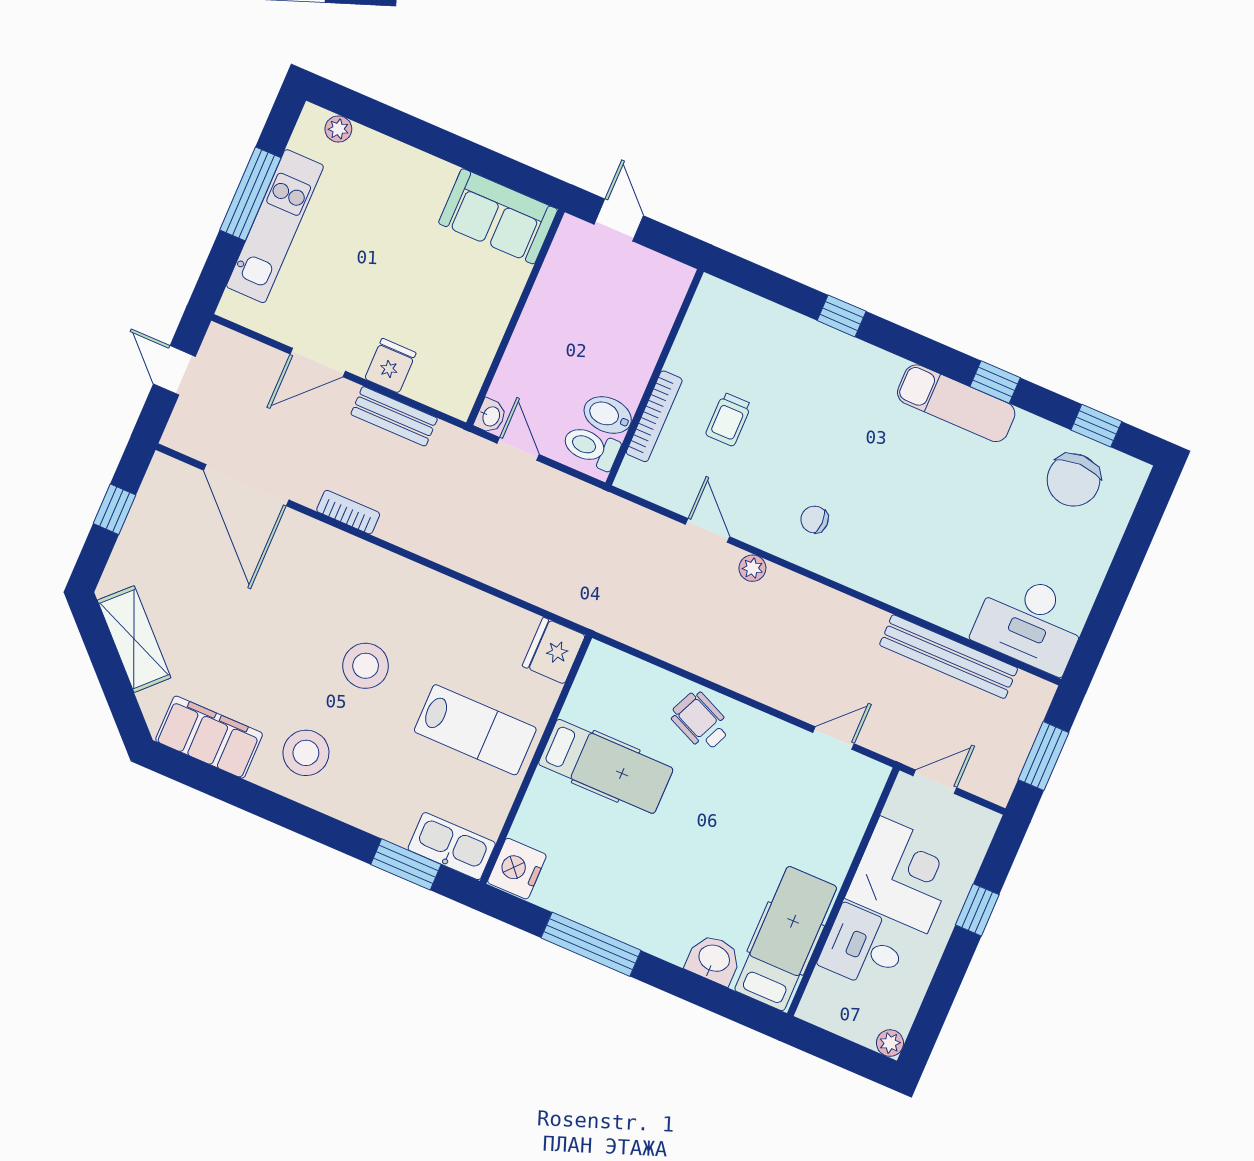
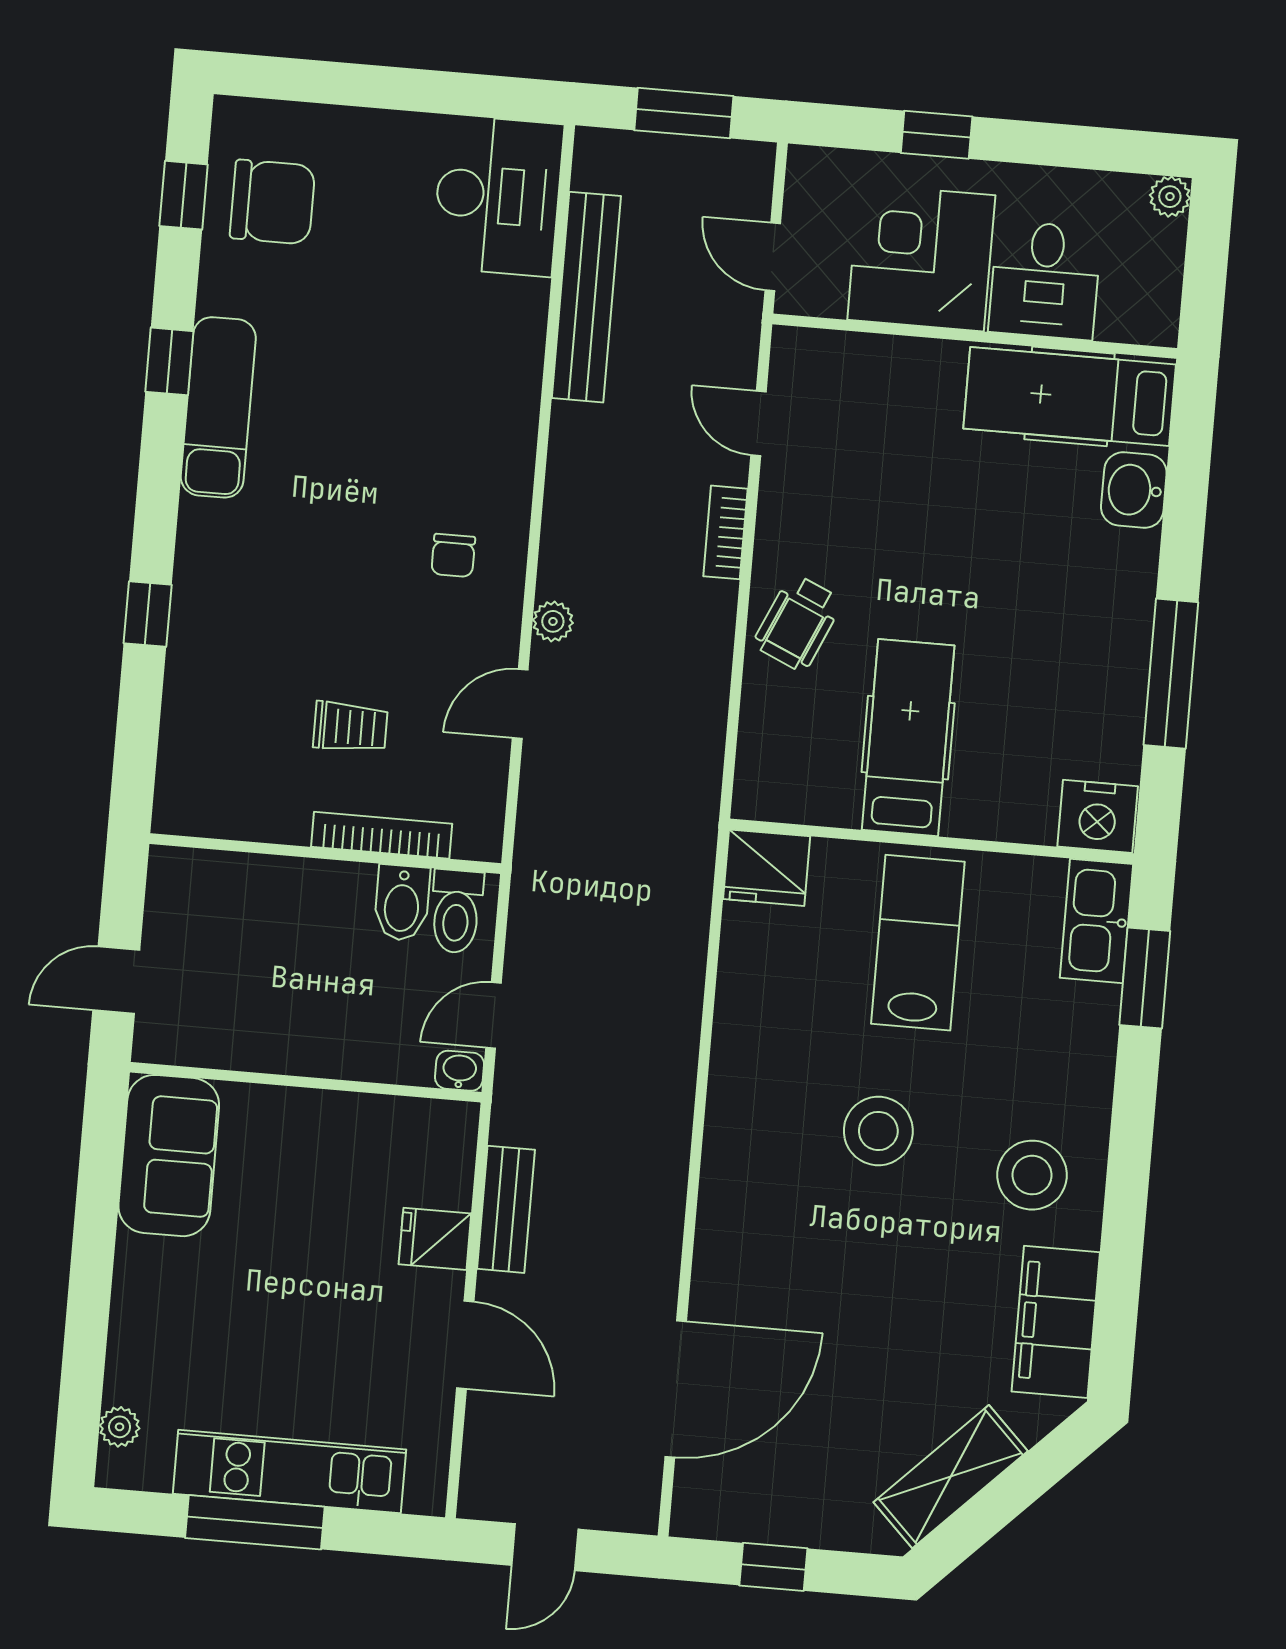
bookcase: (348, 512) -> (725, 532), moved

